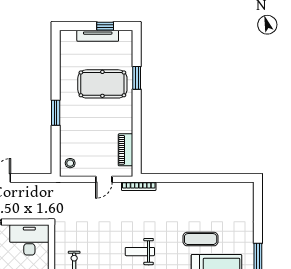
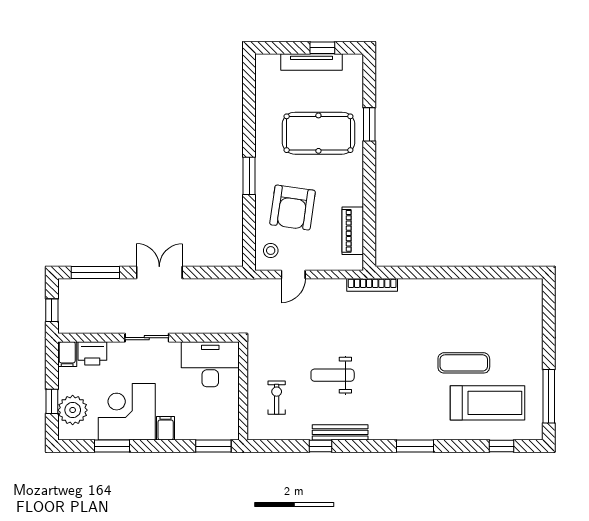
armchair: (85, 134) -> (293, 208), added
door: (104, 179) -> (293, 275), moved
weight bench: (140, 252) -> (333, 375), moved

